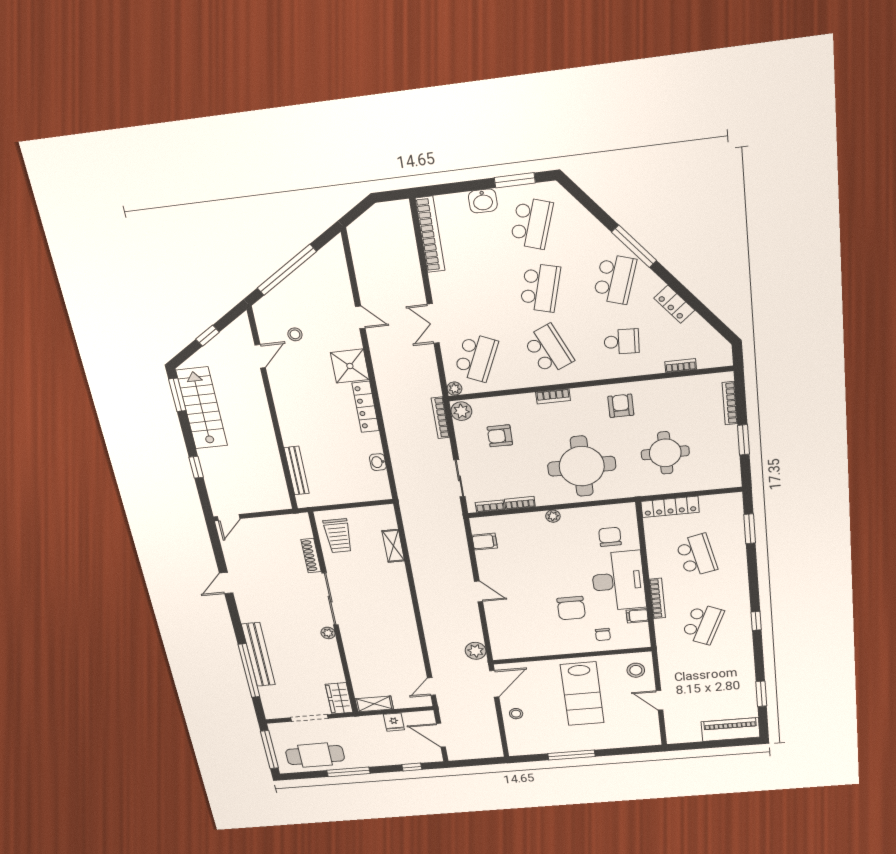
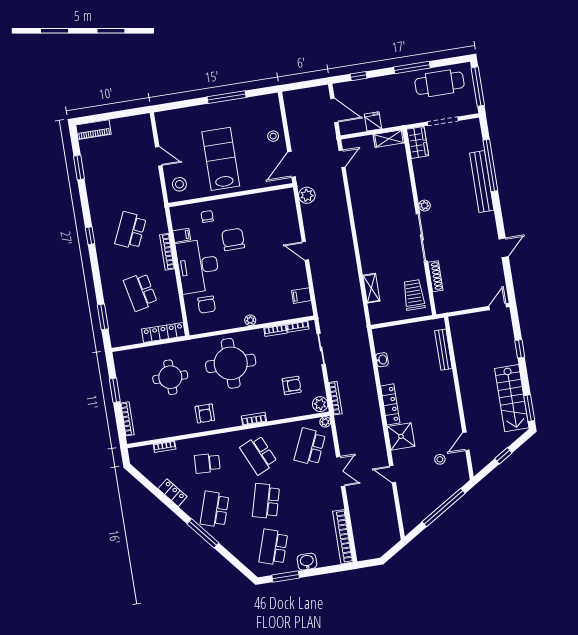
piano: (730, 729) -> (93, 130), width x0.73, depth x0.75

